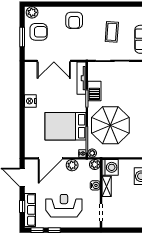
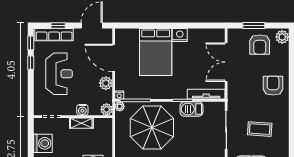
armchair: (74, 20) -> (273, 86), turned 90
bed: (65, 126) -> (156, 52), moved, turned 180
washing machine: (110, 167) -> (43, 143), moved, turned -90

